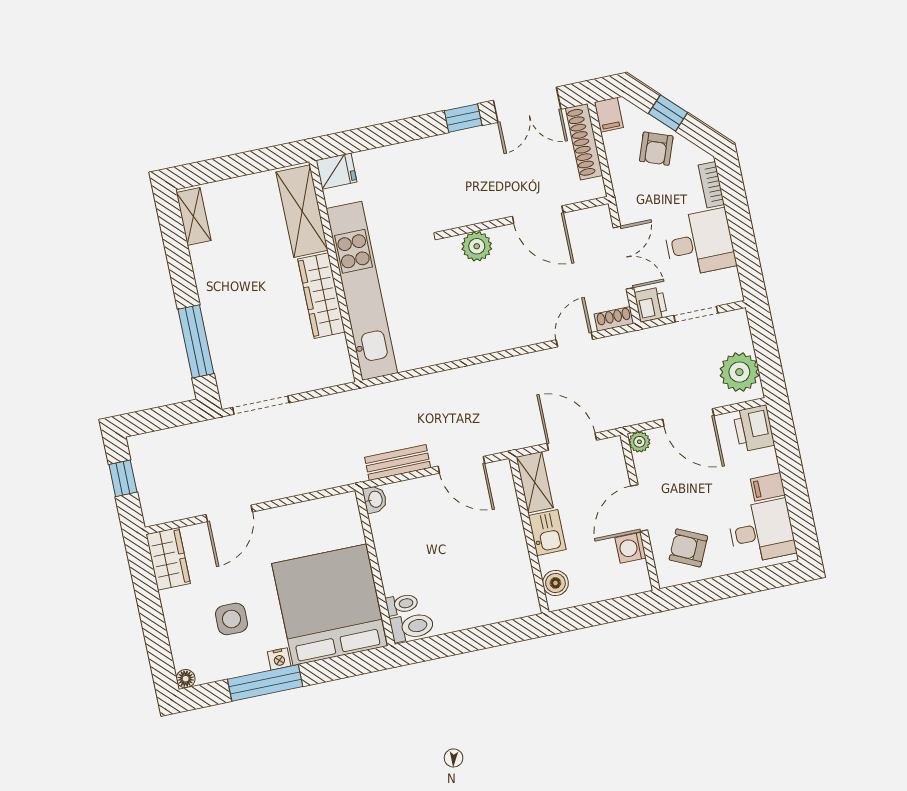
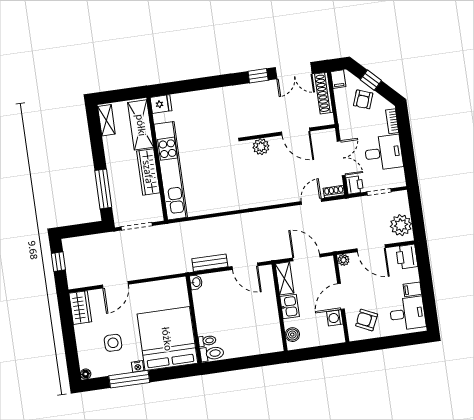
fridge: (336, 171) -> (161, 104), moved
shelving: (302, 211) -> (141, 125), moved
wall: (336, 271) -> (157, 159), moved
kitchen unit: (362, 291) -> (171, 171), moved
wardrobe: (321, 296) -> (148, 172), moved

